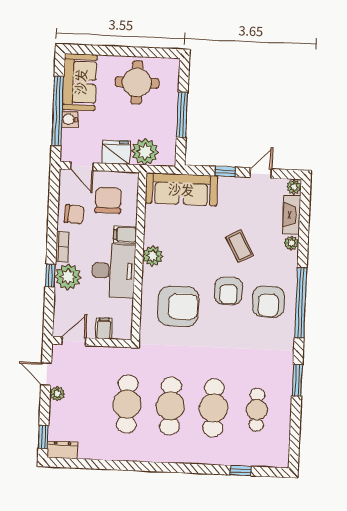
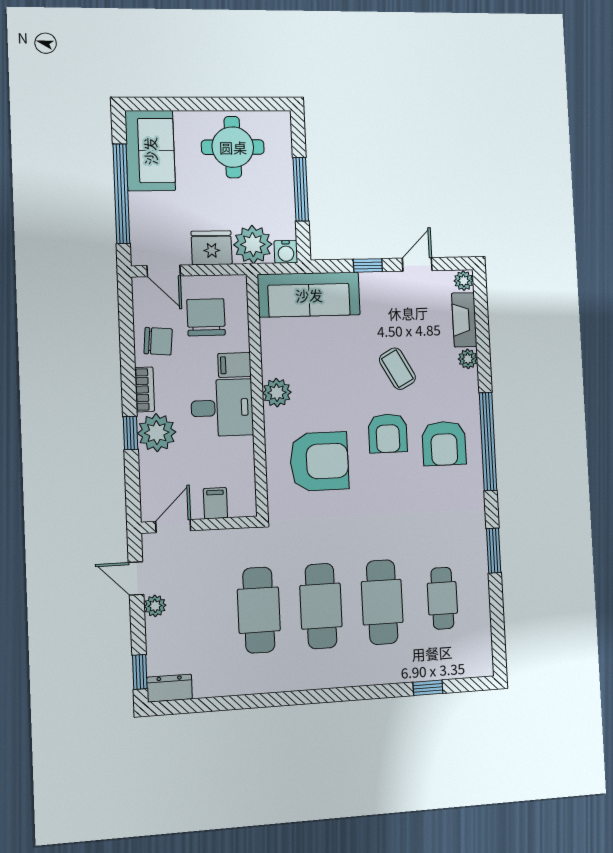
water cooler: (70, 119) -> (286, 252), moved, turned -90
desk: (114, 271) -> (222, 408), width x0.73

